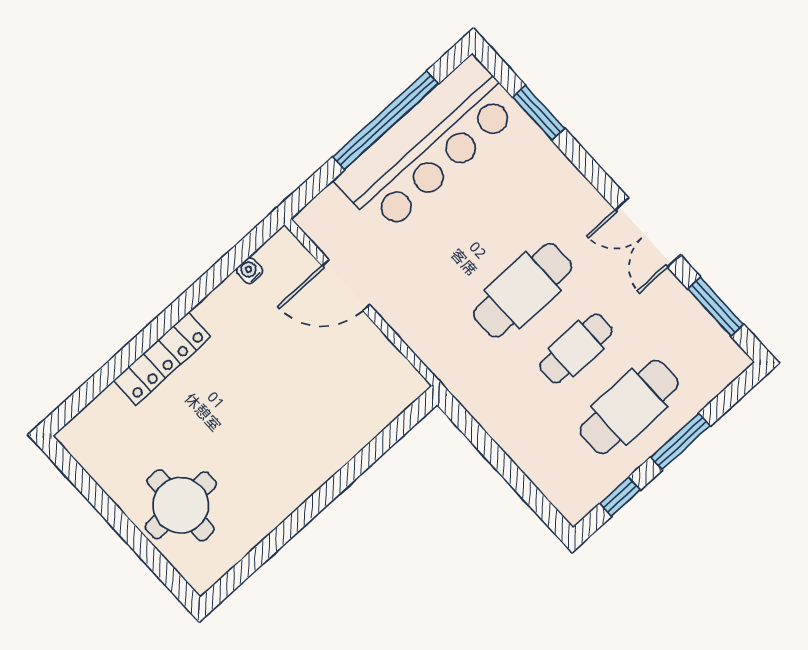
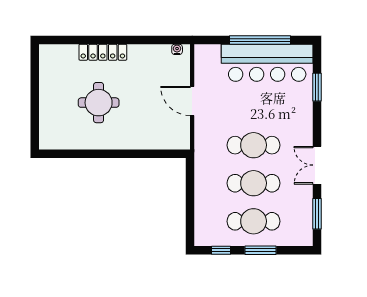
water cooler: (250, 271) -> (177, 49), moved
door: (346, 285) -> (192, 101), moved
cafe table: (576, 349) -> (254, 183), width x1.37, depth x1.35
round table: (181, 505) -> (99, 103), moved

